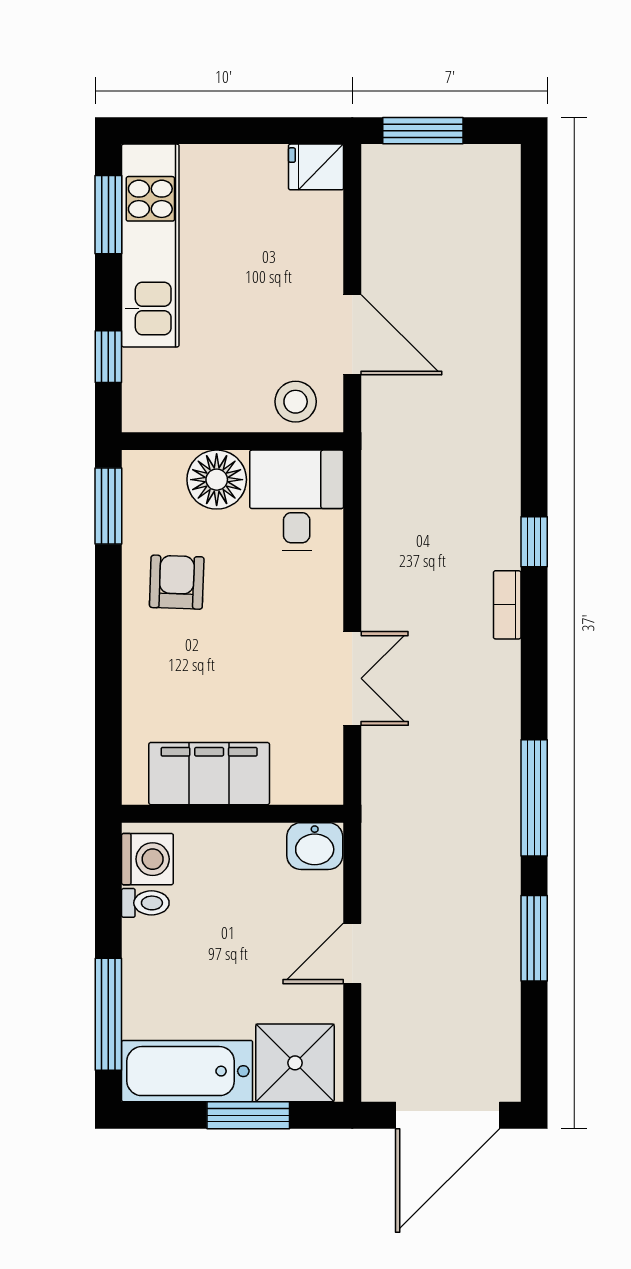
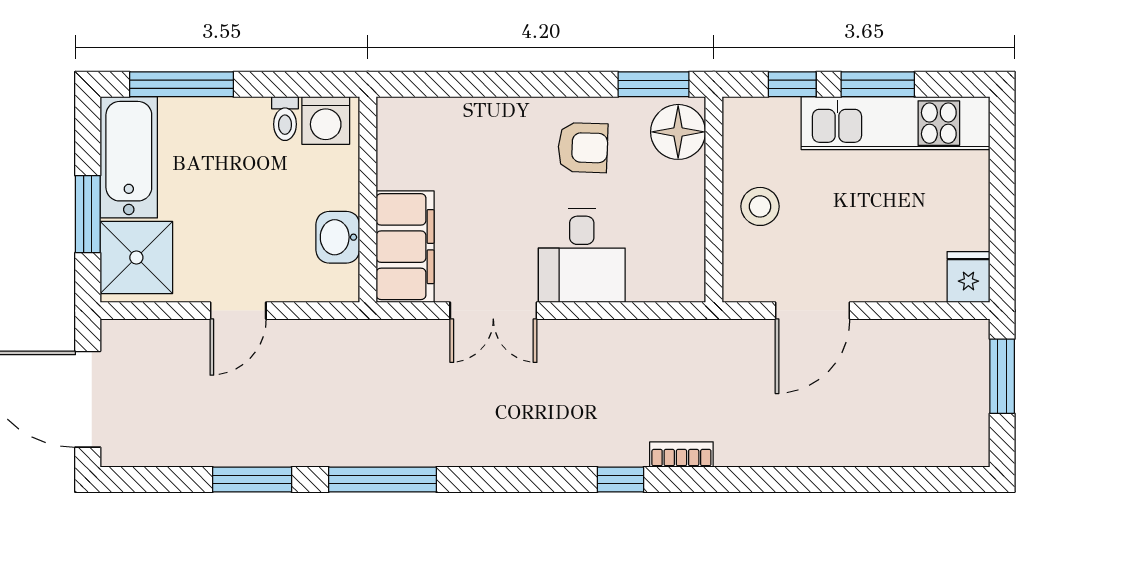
window: (108, 215) -> (878, 84), moved
stool: (296, 402) -> (760, 206), moved
floor lamp: (217, 480) -> (678, 132), moved
desk: (297, 500) -> (582, 256), moved, turned 90
bookcase: (507, 605) -> (681, 455), moved
filing cabinet: (209, 774) -> (405, 247), moved
washbasin: (315, 846) -> (338, 237), moved
door: (352, 953) -> (238, 311), swing flipped

